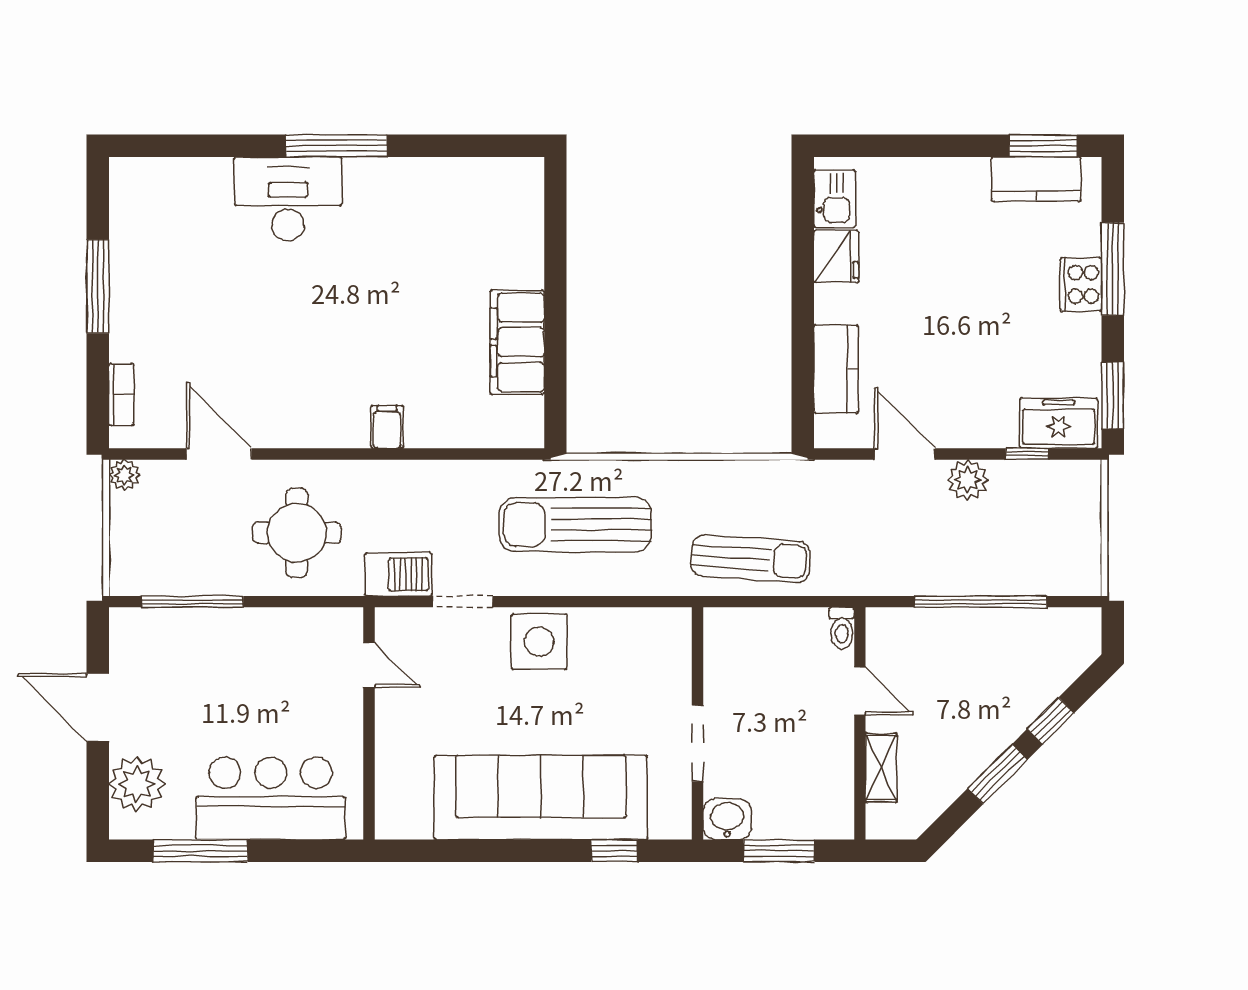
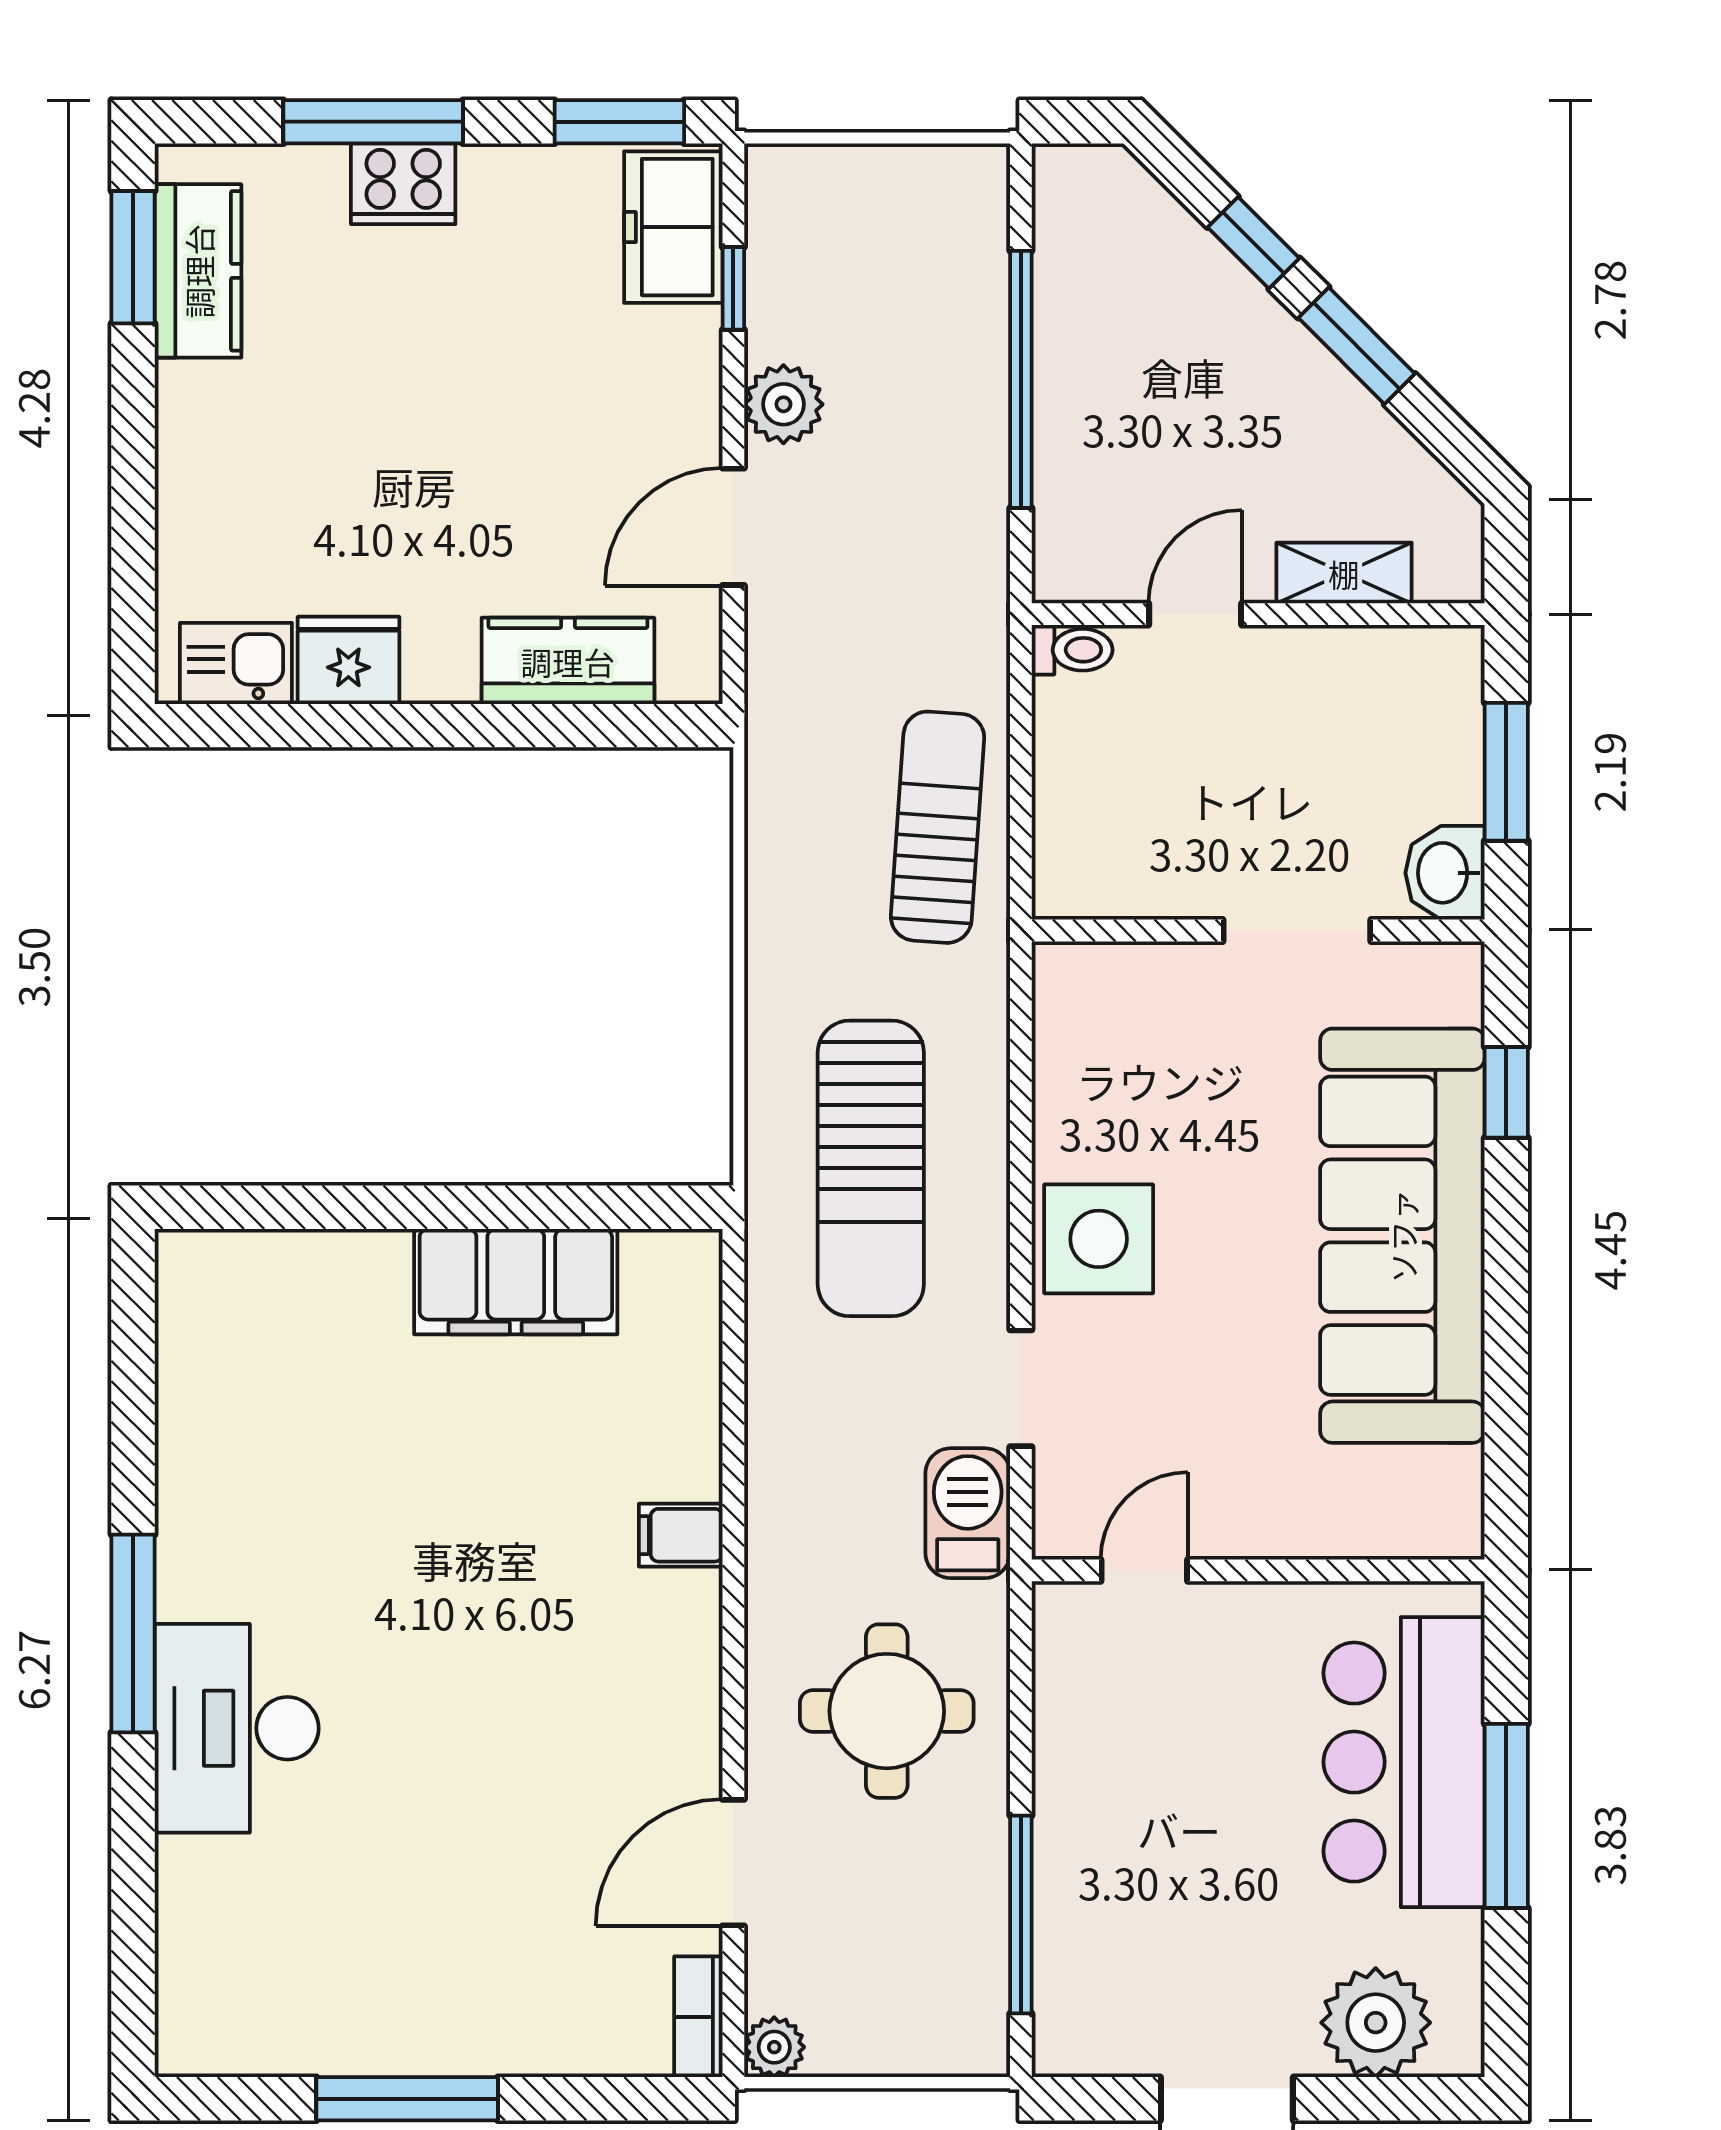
bookcase: (121, 394) -> (698, 2017), moved, turned -90
window: (200, 851) -> (1506, 1816), moved

